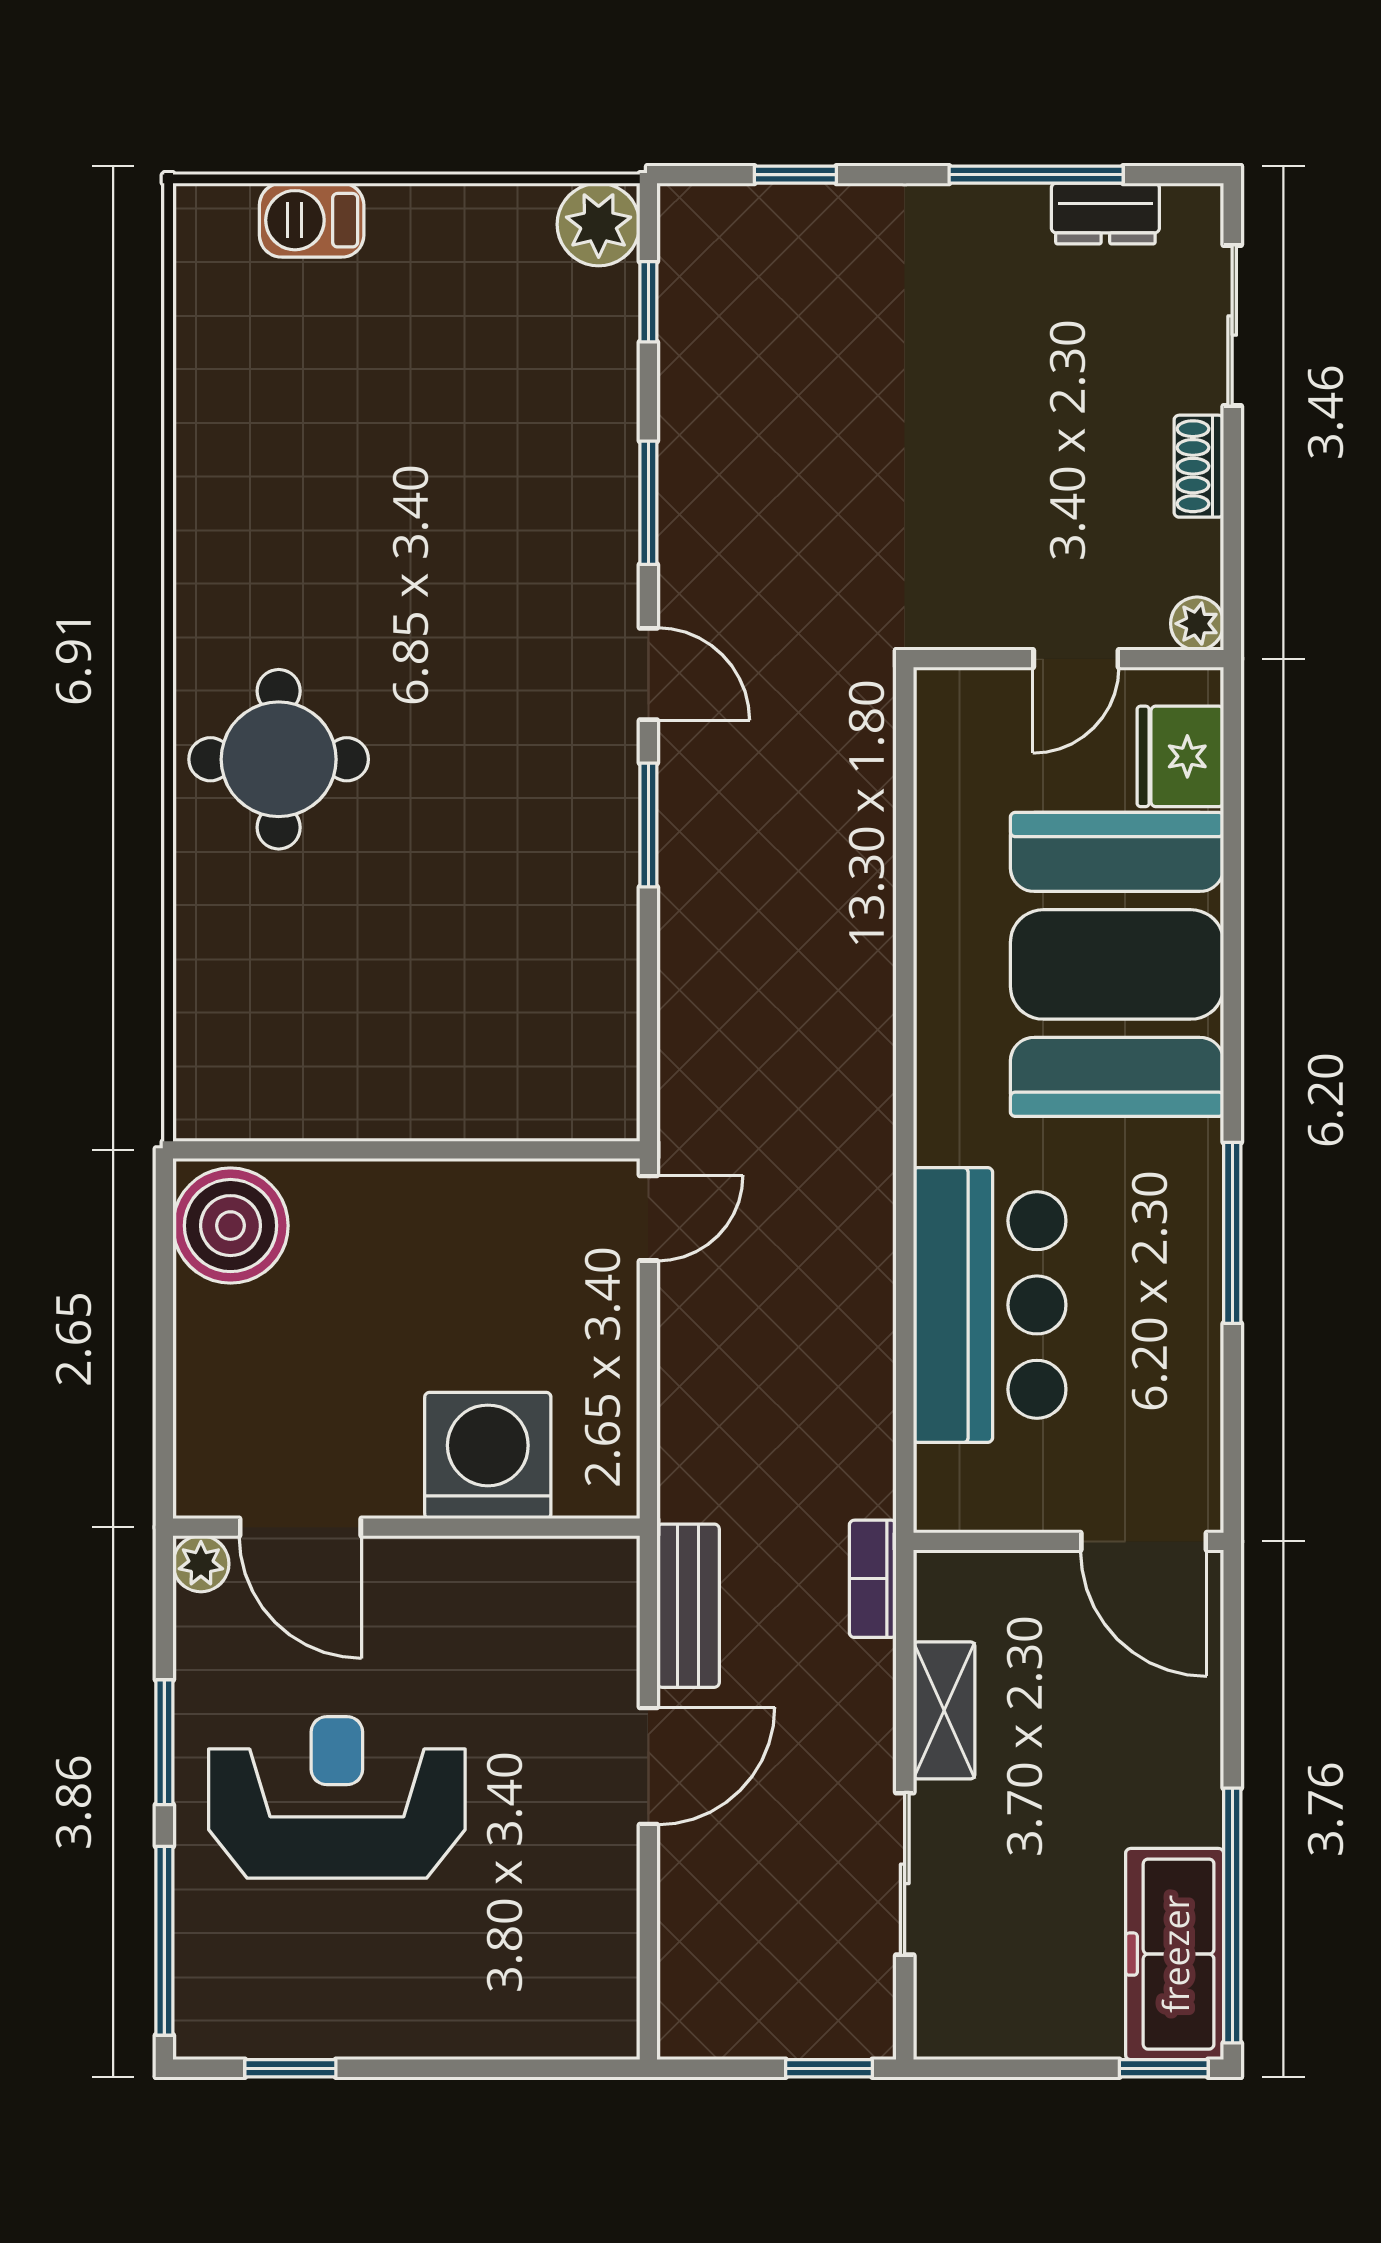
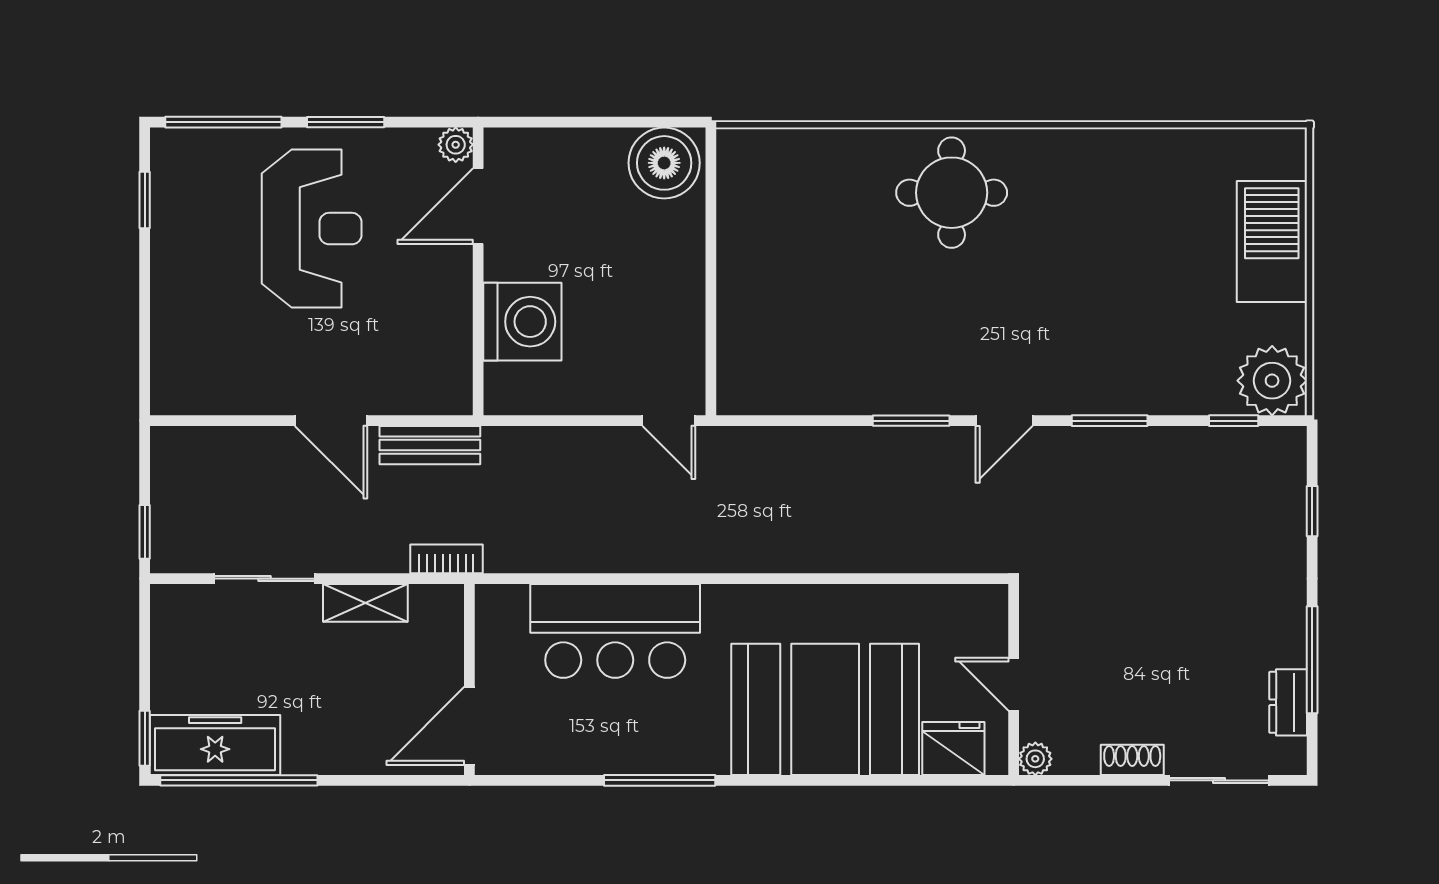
barbecue: (312, 220) -> (1272, 241), width x1.88, depth x1.53
plant: (599, 224) -> (1272, 381), width x1.36, depth x1.36

